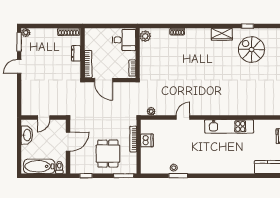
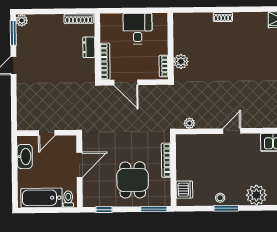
plant: (145, 36) -> (181, 62), moved
desk: (124, 40) -> (138, 29), moved, turned -90
dishwasher: (147, 140) -> (184, 190), moved
plant: (201, 166) -> (256, 195), added

